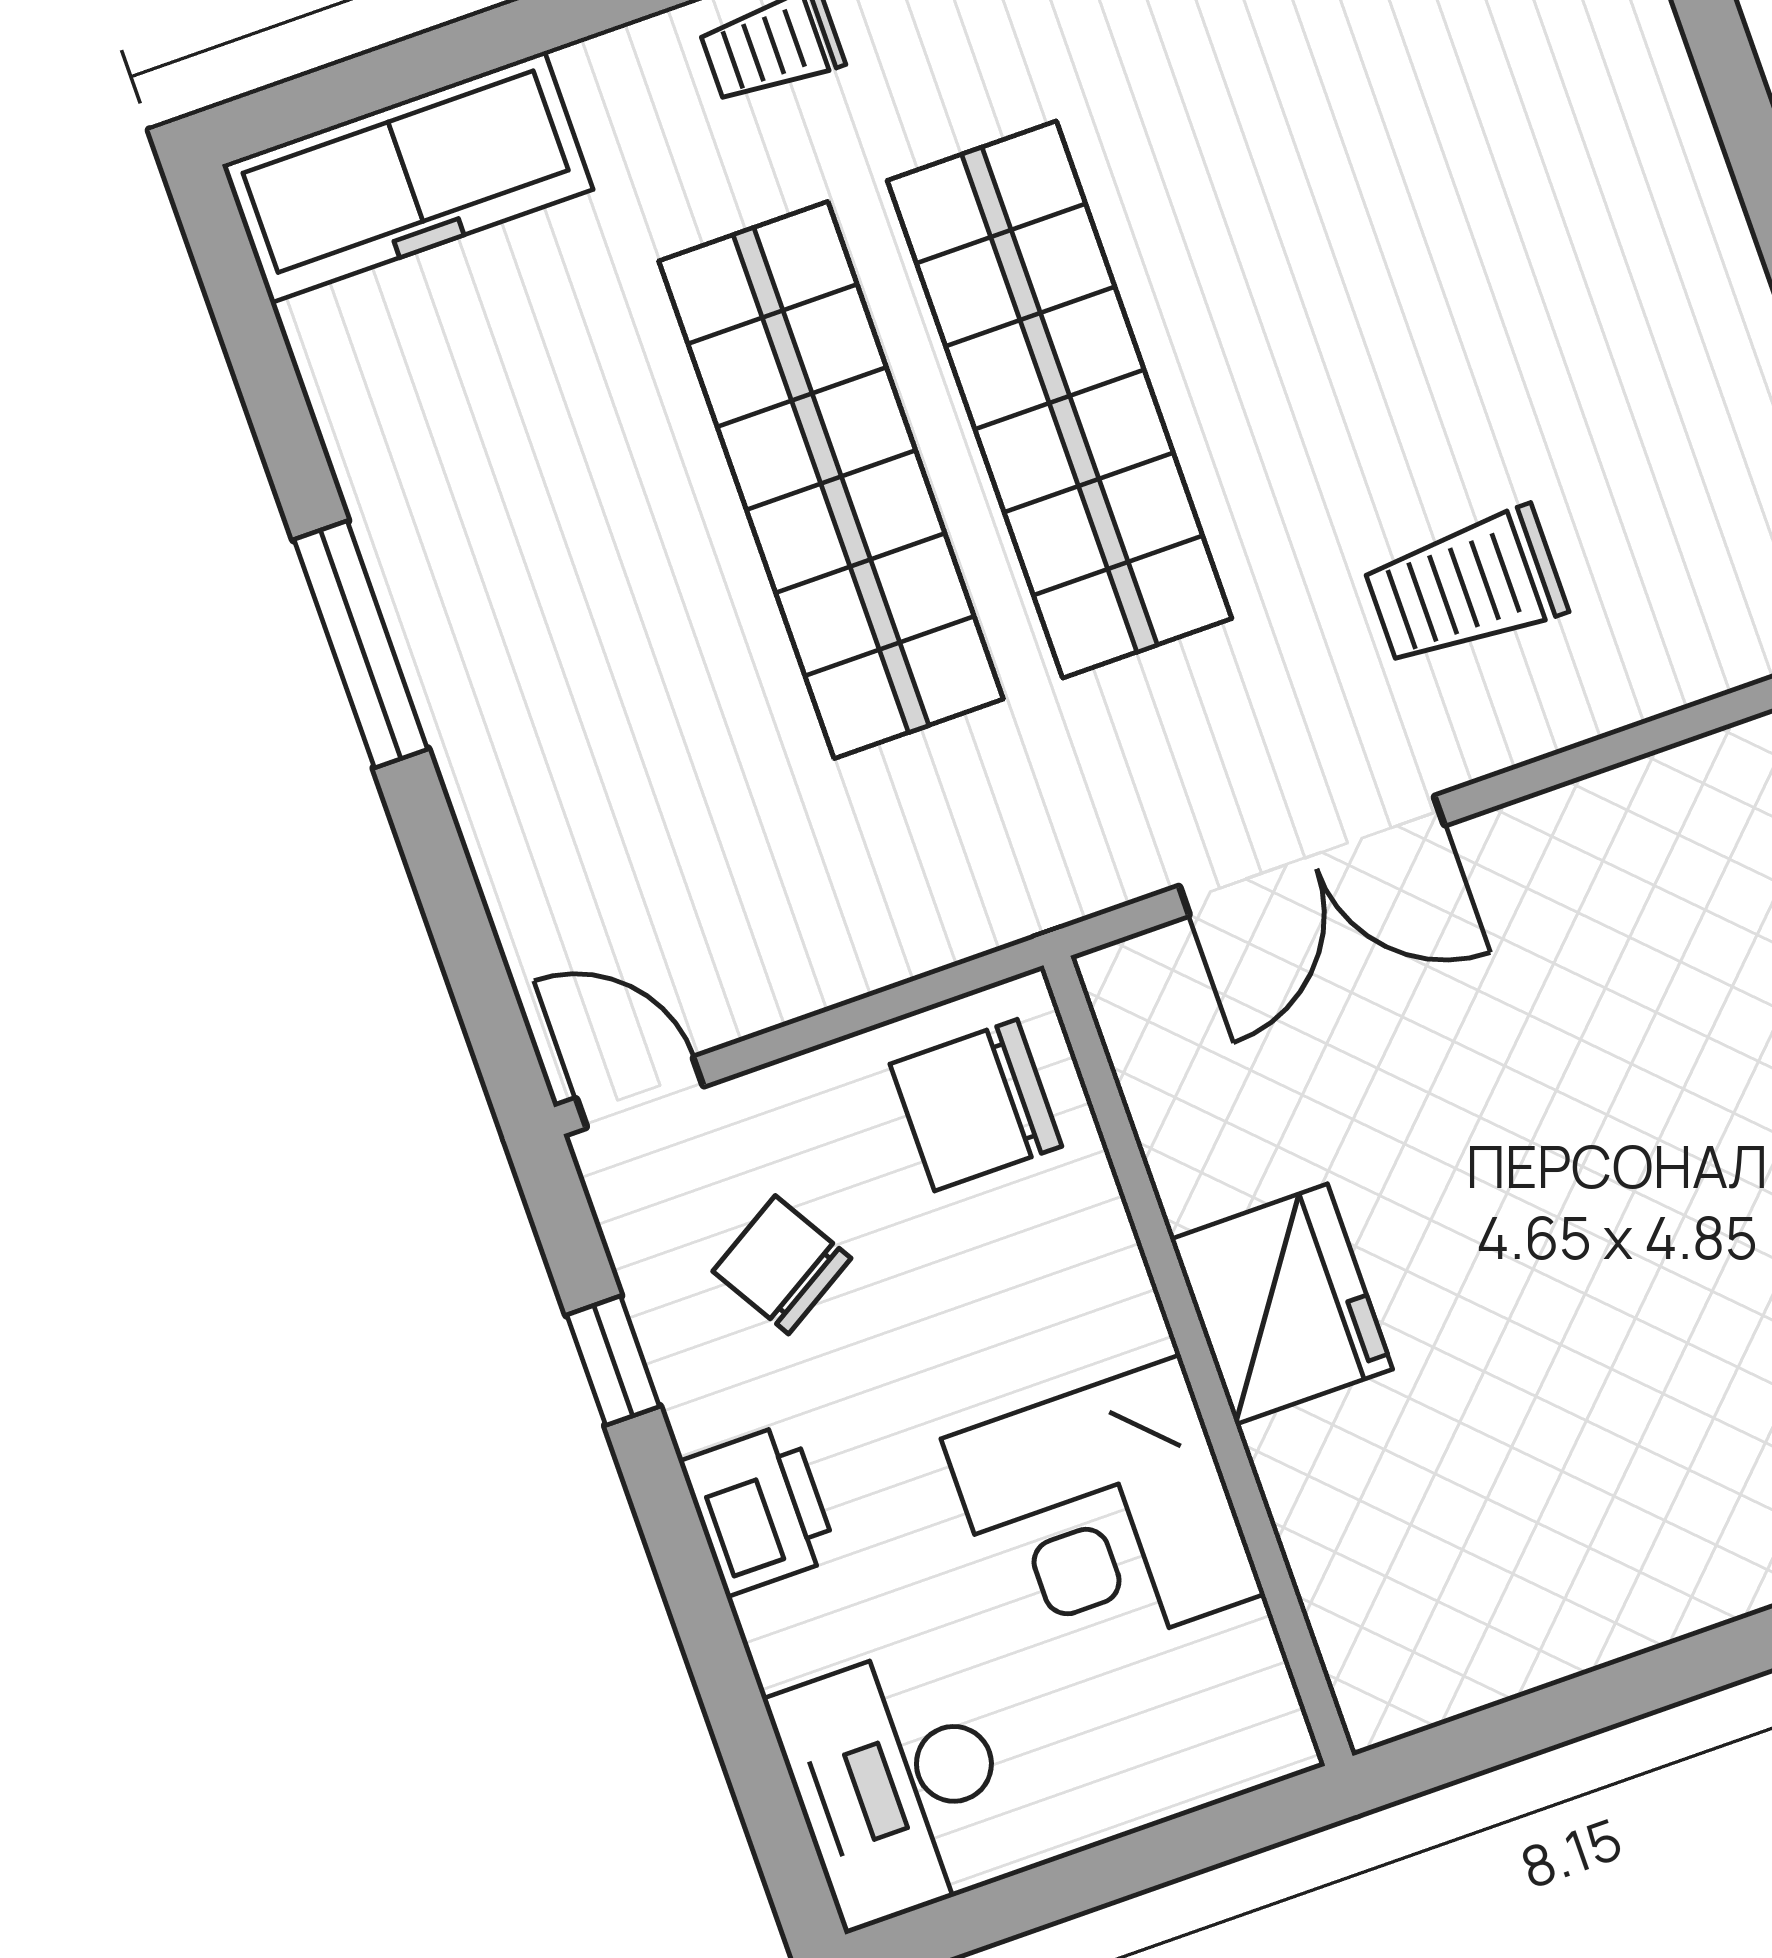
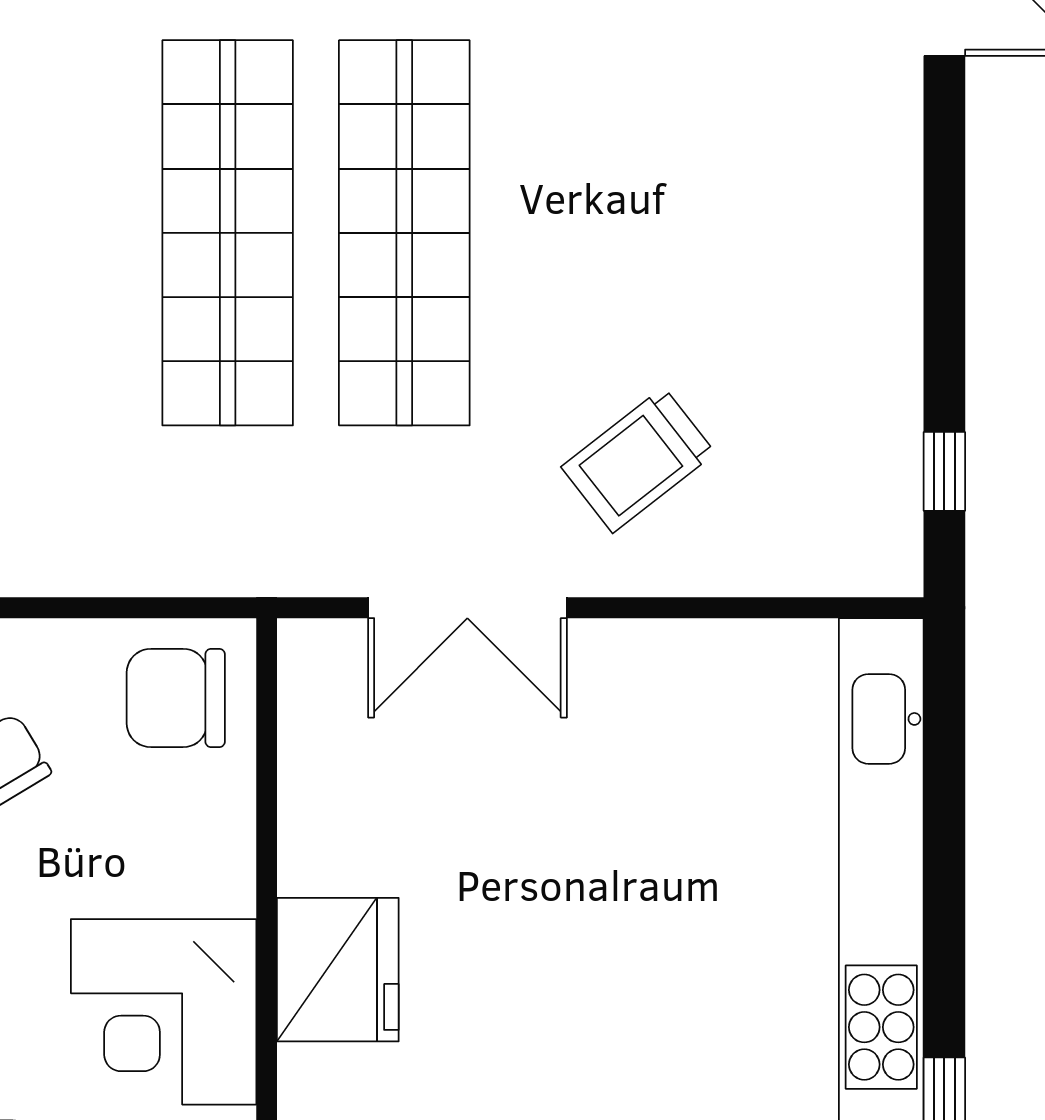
trolley: (1465, 587) -> (638, 460), turned -38
fridge: (1281, 1304) -> (338, 970), moved

